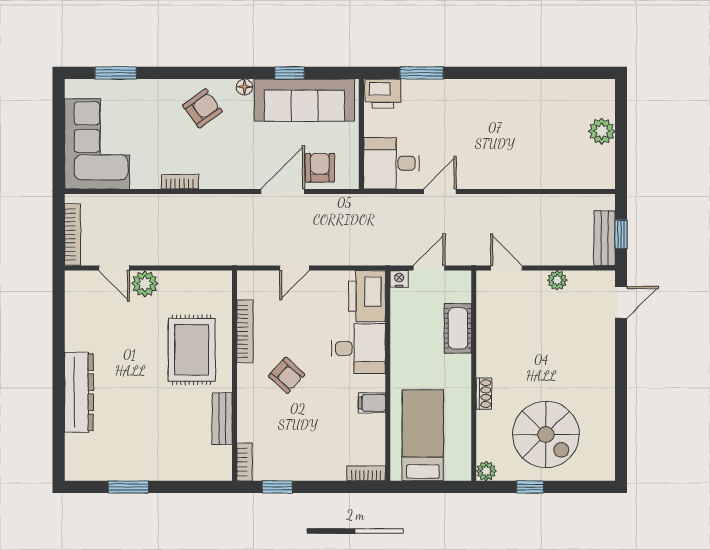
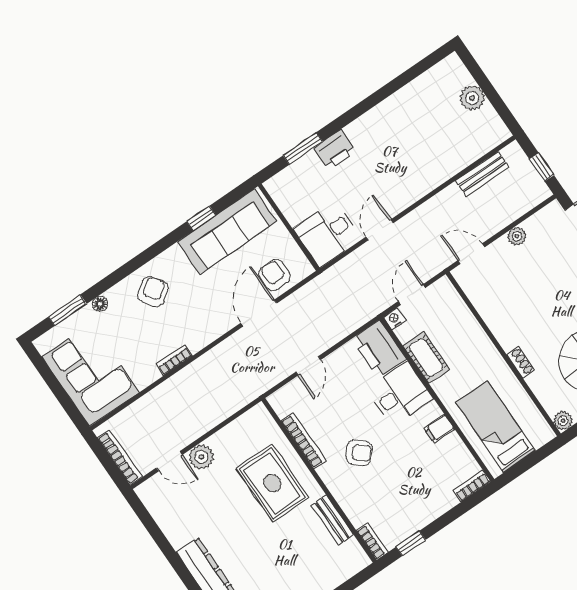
floor lamp: (244, 87) -> (100, 304), moved
printer: (383, 94) -> (335, 150), moved
bench: (605, 238) -> (482, 174), moved, turned 90
cot: (458, 328) -> (426, 358), moved

